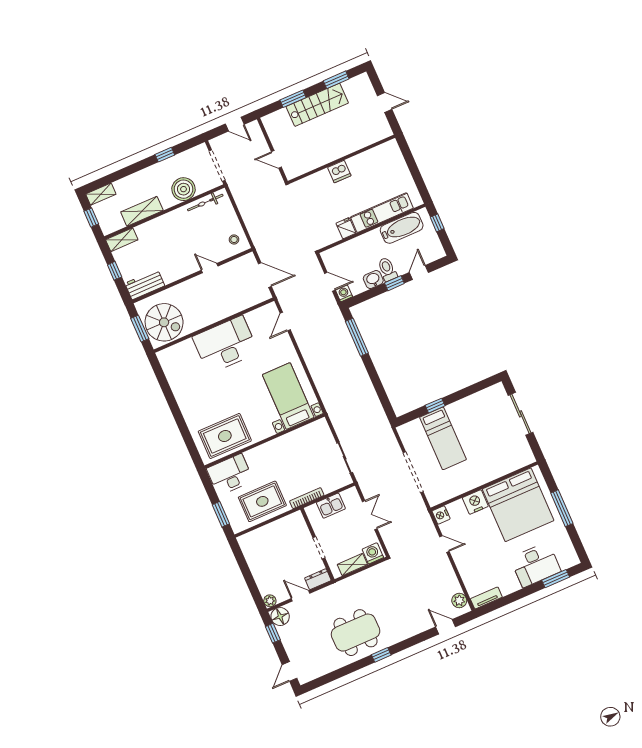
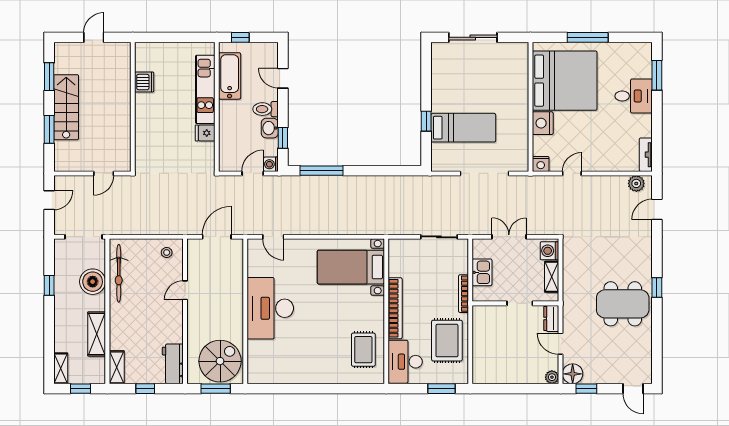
dishwasher: (339, 172) -> (144, 82), moved
bicycle: (205, 203) -> (119, 273), width x1.37, depth x1.40
window: (394, 283) -> (283, 138), moved
rug: (225, 436) -> (363, 350), width x0.73, depth x0.70
bookcase: (270, 447) -> (395, 308), added
desk: (535, 565) -> (634, 96), width x0.73
door: (300, 596) -> (561, 344), hinge flipped
dining table: (356, 633) -> (623, 304), turned 90

